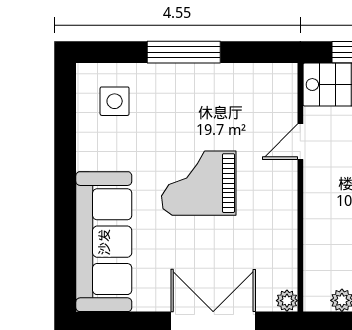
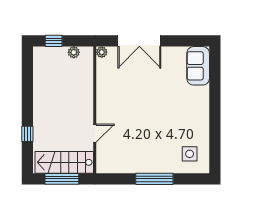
grand piano: (199, 183) -> (147, 112), removed
sofa: (104, 242) -> (198, 66), width x0.54, depth x0.79

